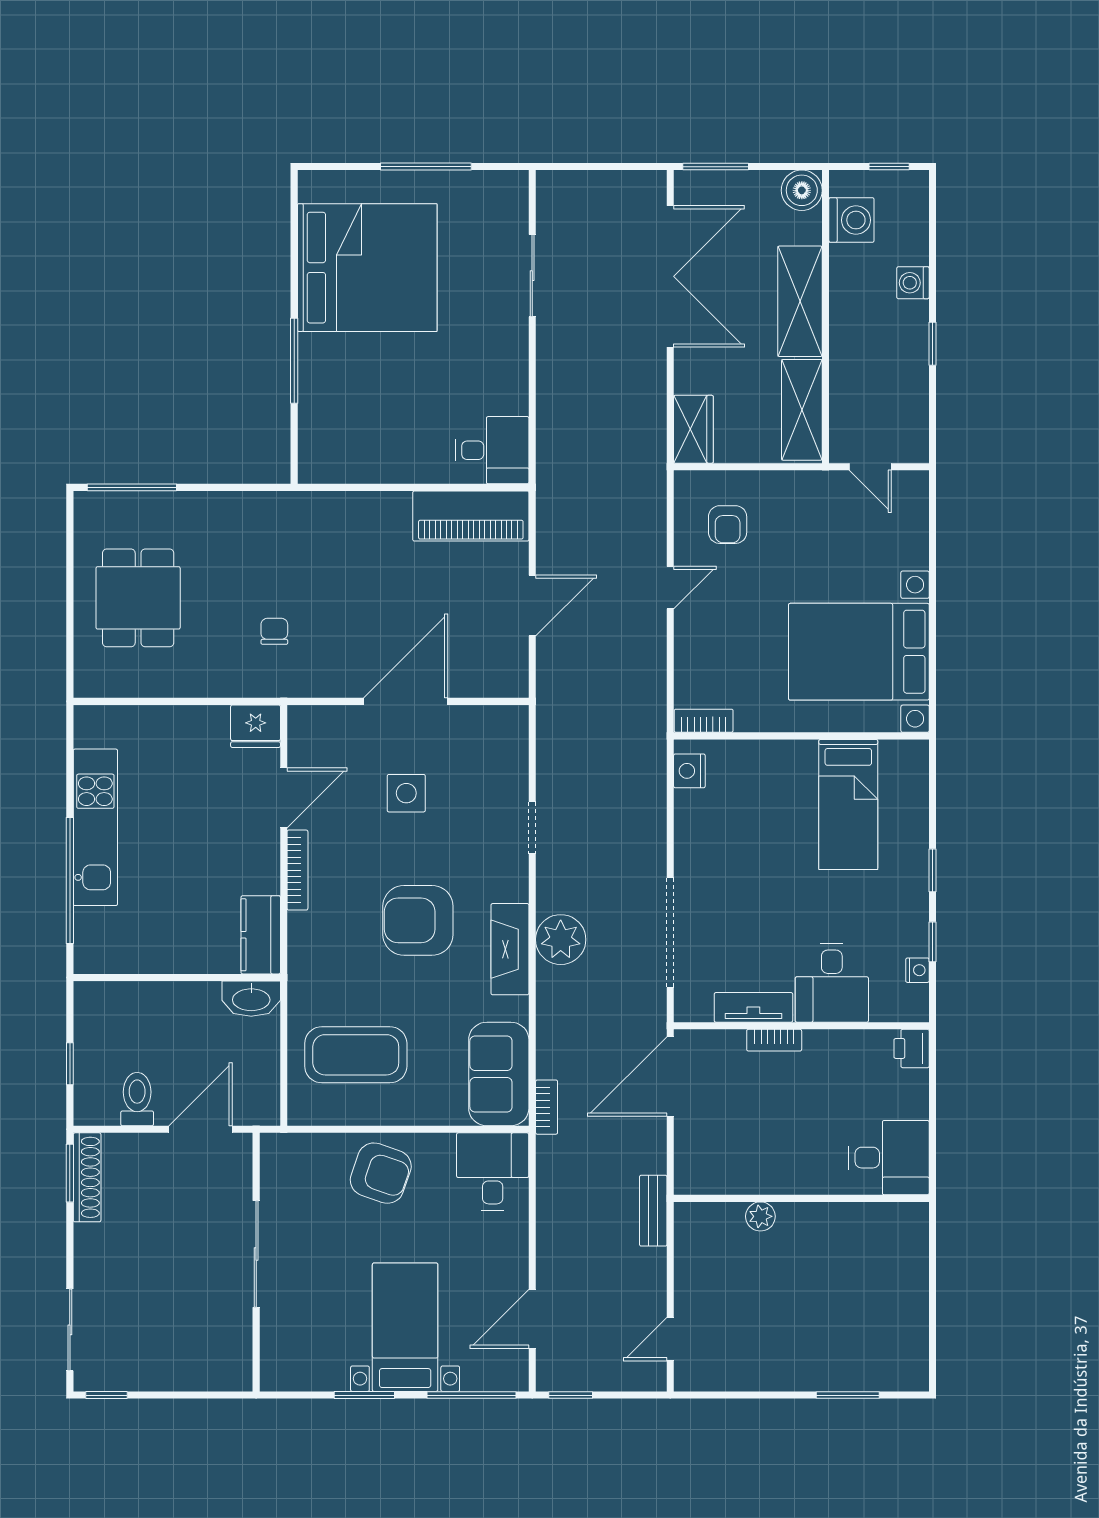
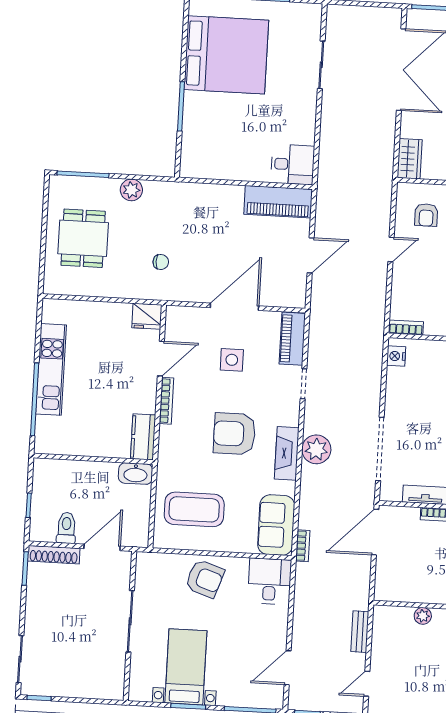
plant: (217, 510) -> (131, 190), added
chair: (274, 631) -> (161, 262), turned 90
piano: (509, 751) -> (292, 339), added
shoe rack: (87, 1177) -> (54, 555), moved, turned 90
bench: (653, 1211) -> (360, 632), moved
bed with nightstands: (405, 1327) -> (186, 667), moved

